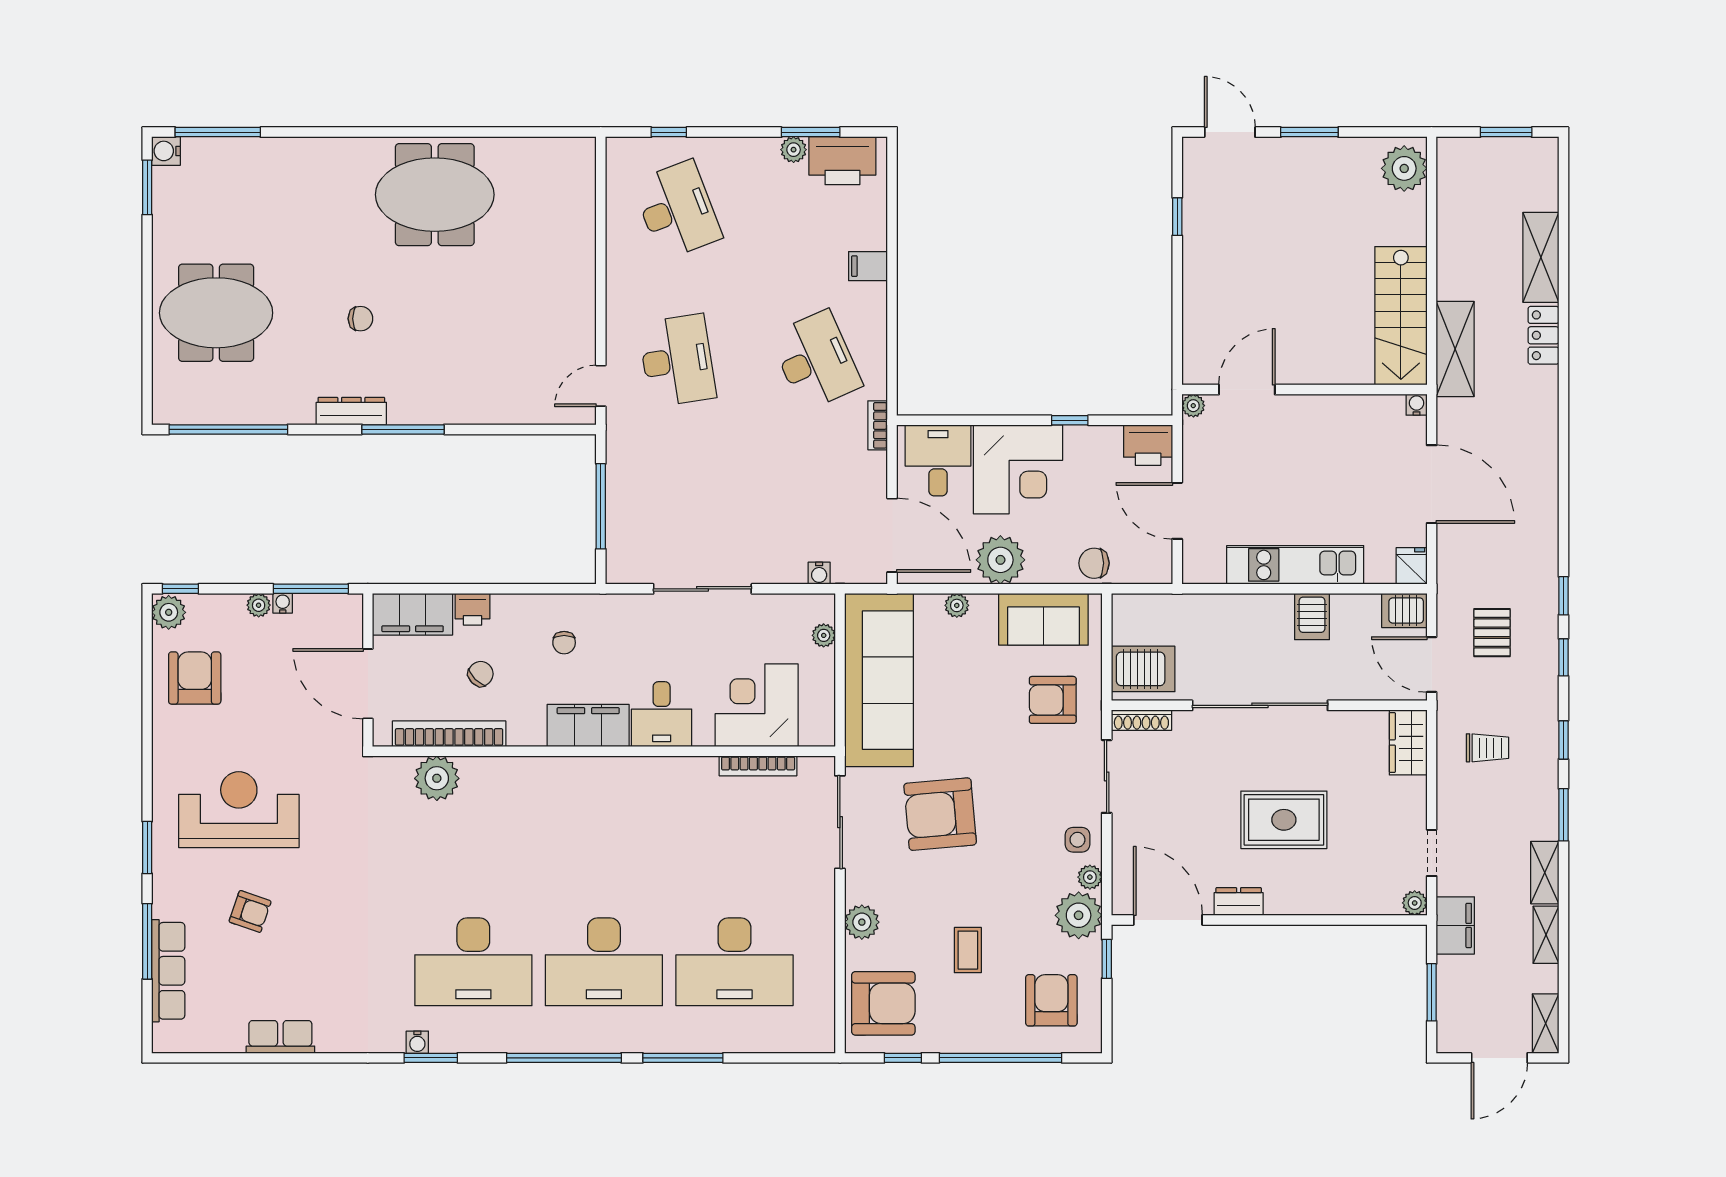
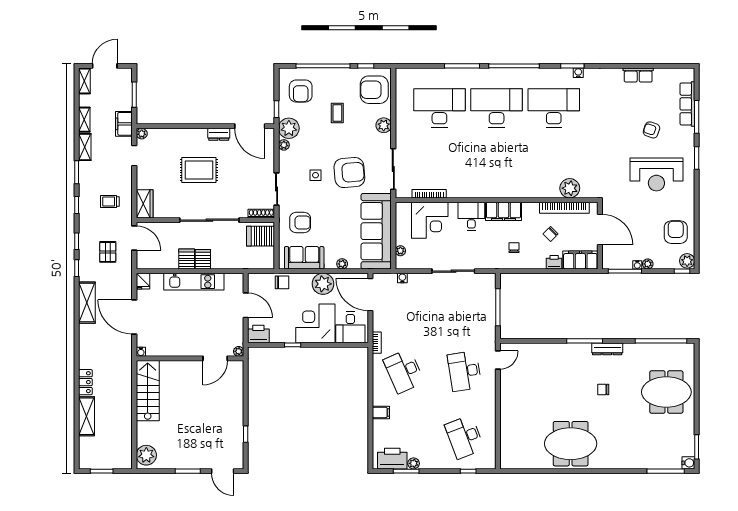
shelving: (1455, 349) -> (87, 303), moved
server rack: (1404, 611) -> (203, 259), moved, turned -90
armchair: (195, 678) -> (676, 232), turned 180
side table: (1077, 840) -> (316, 175), moved

